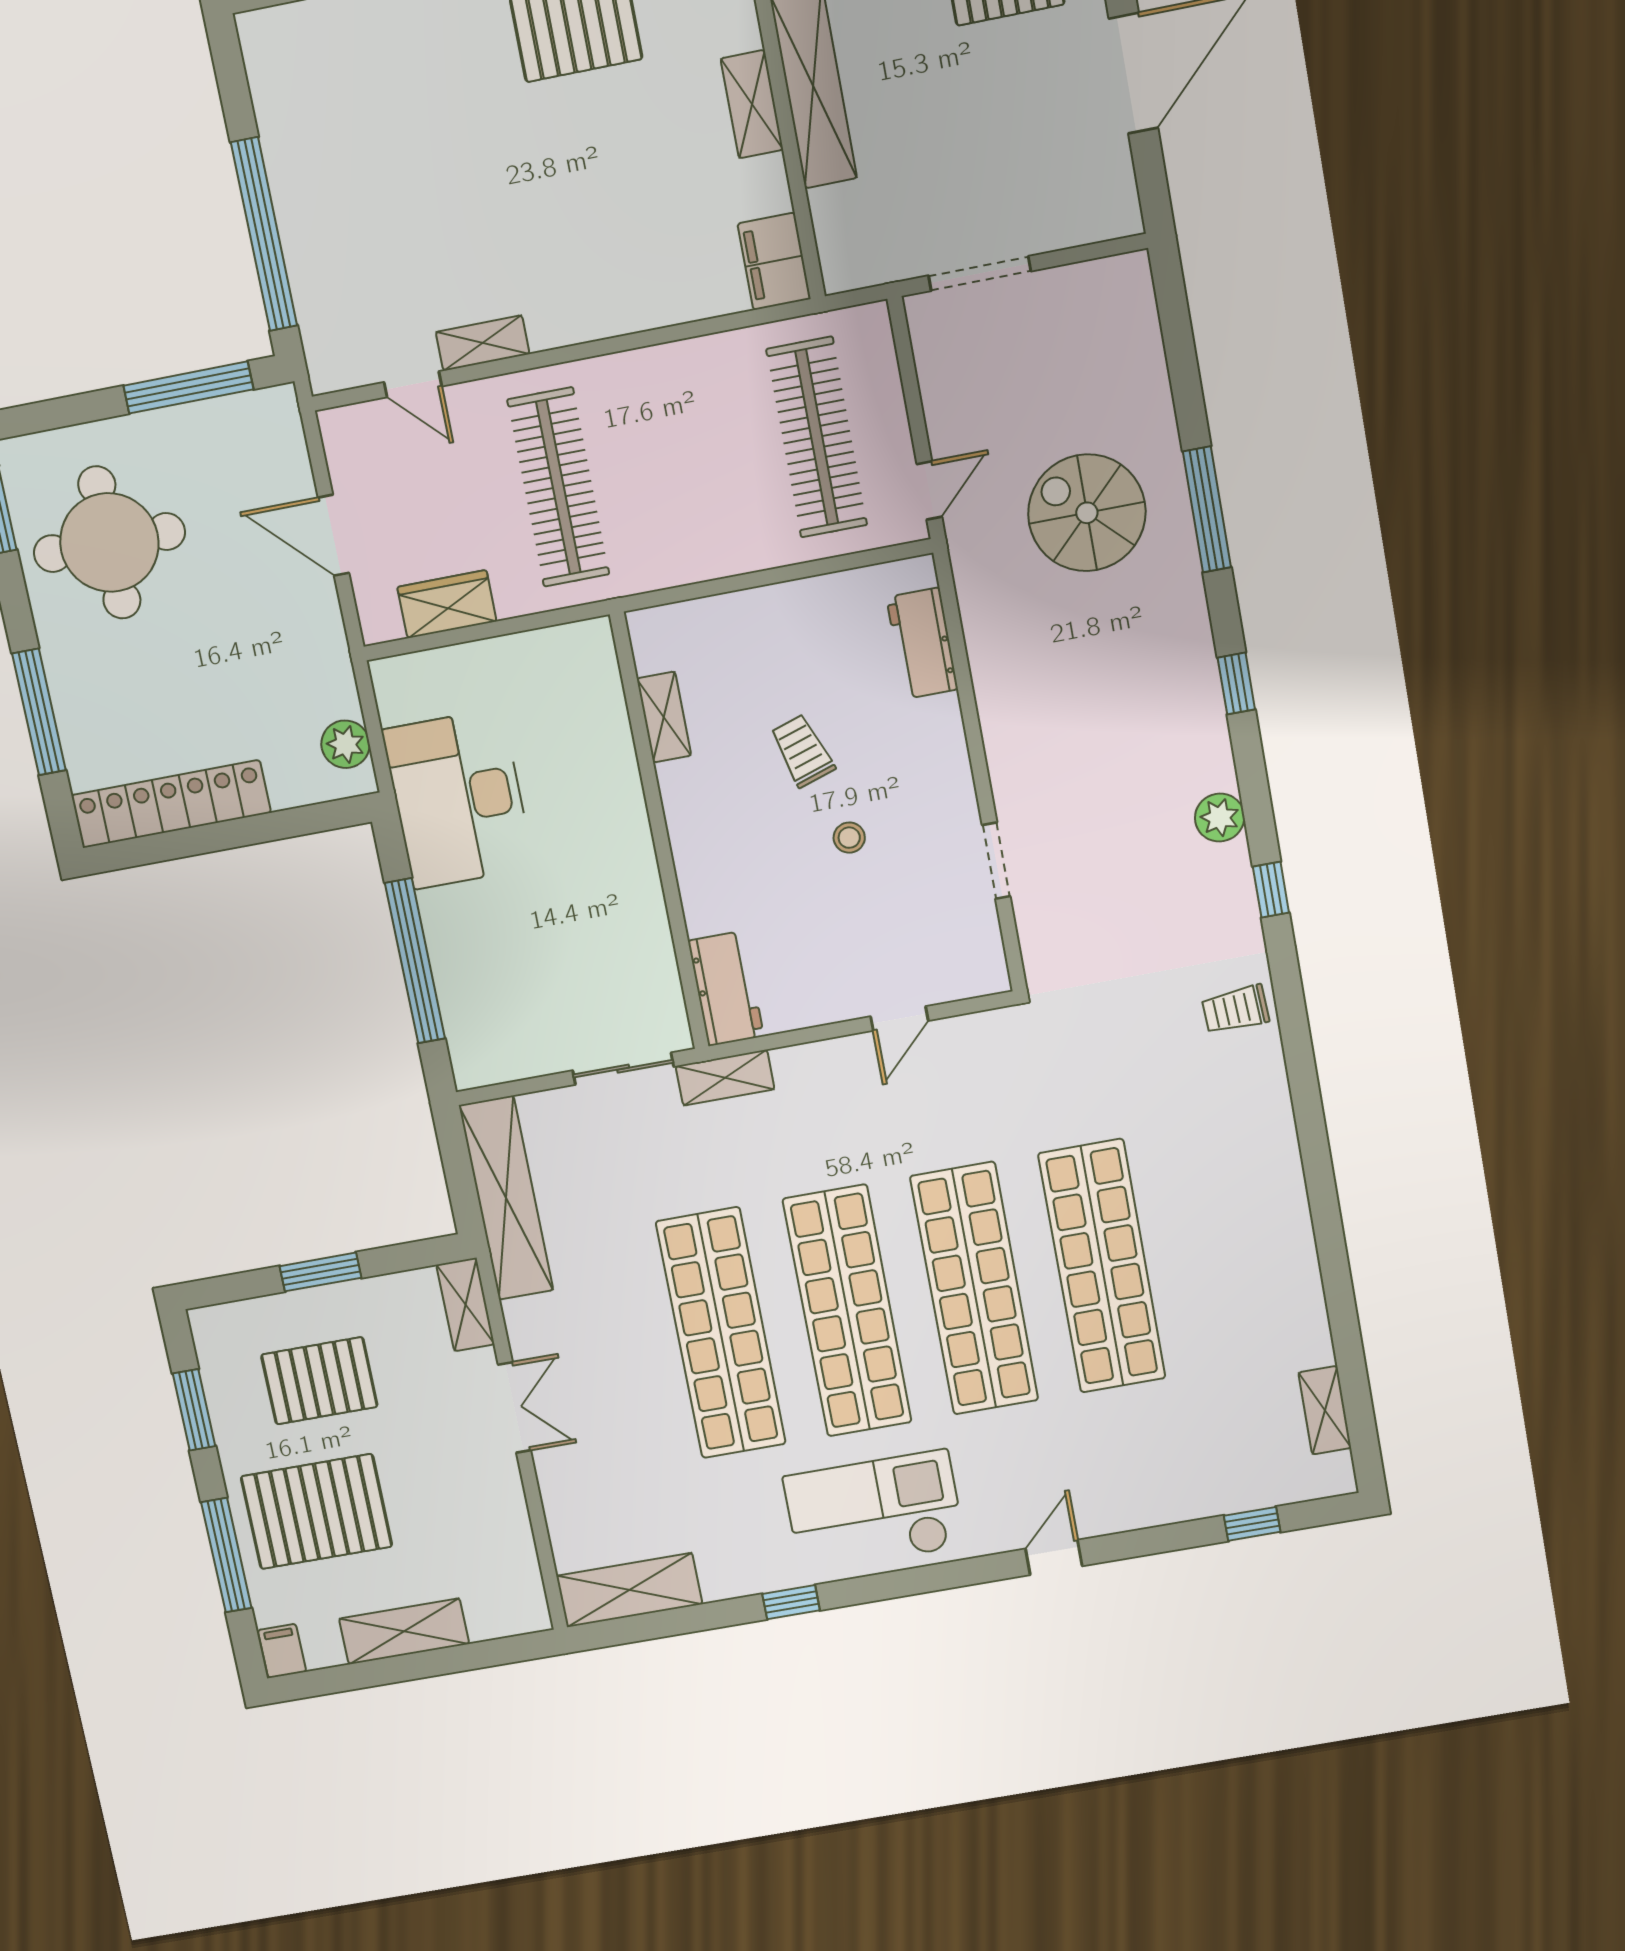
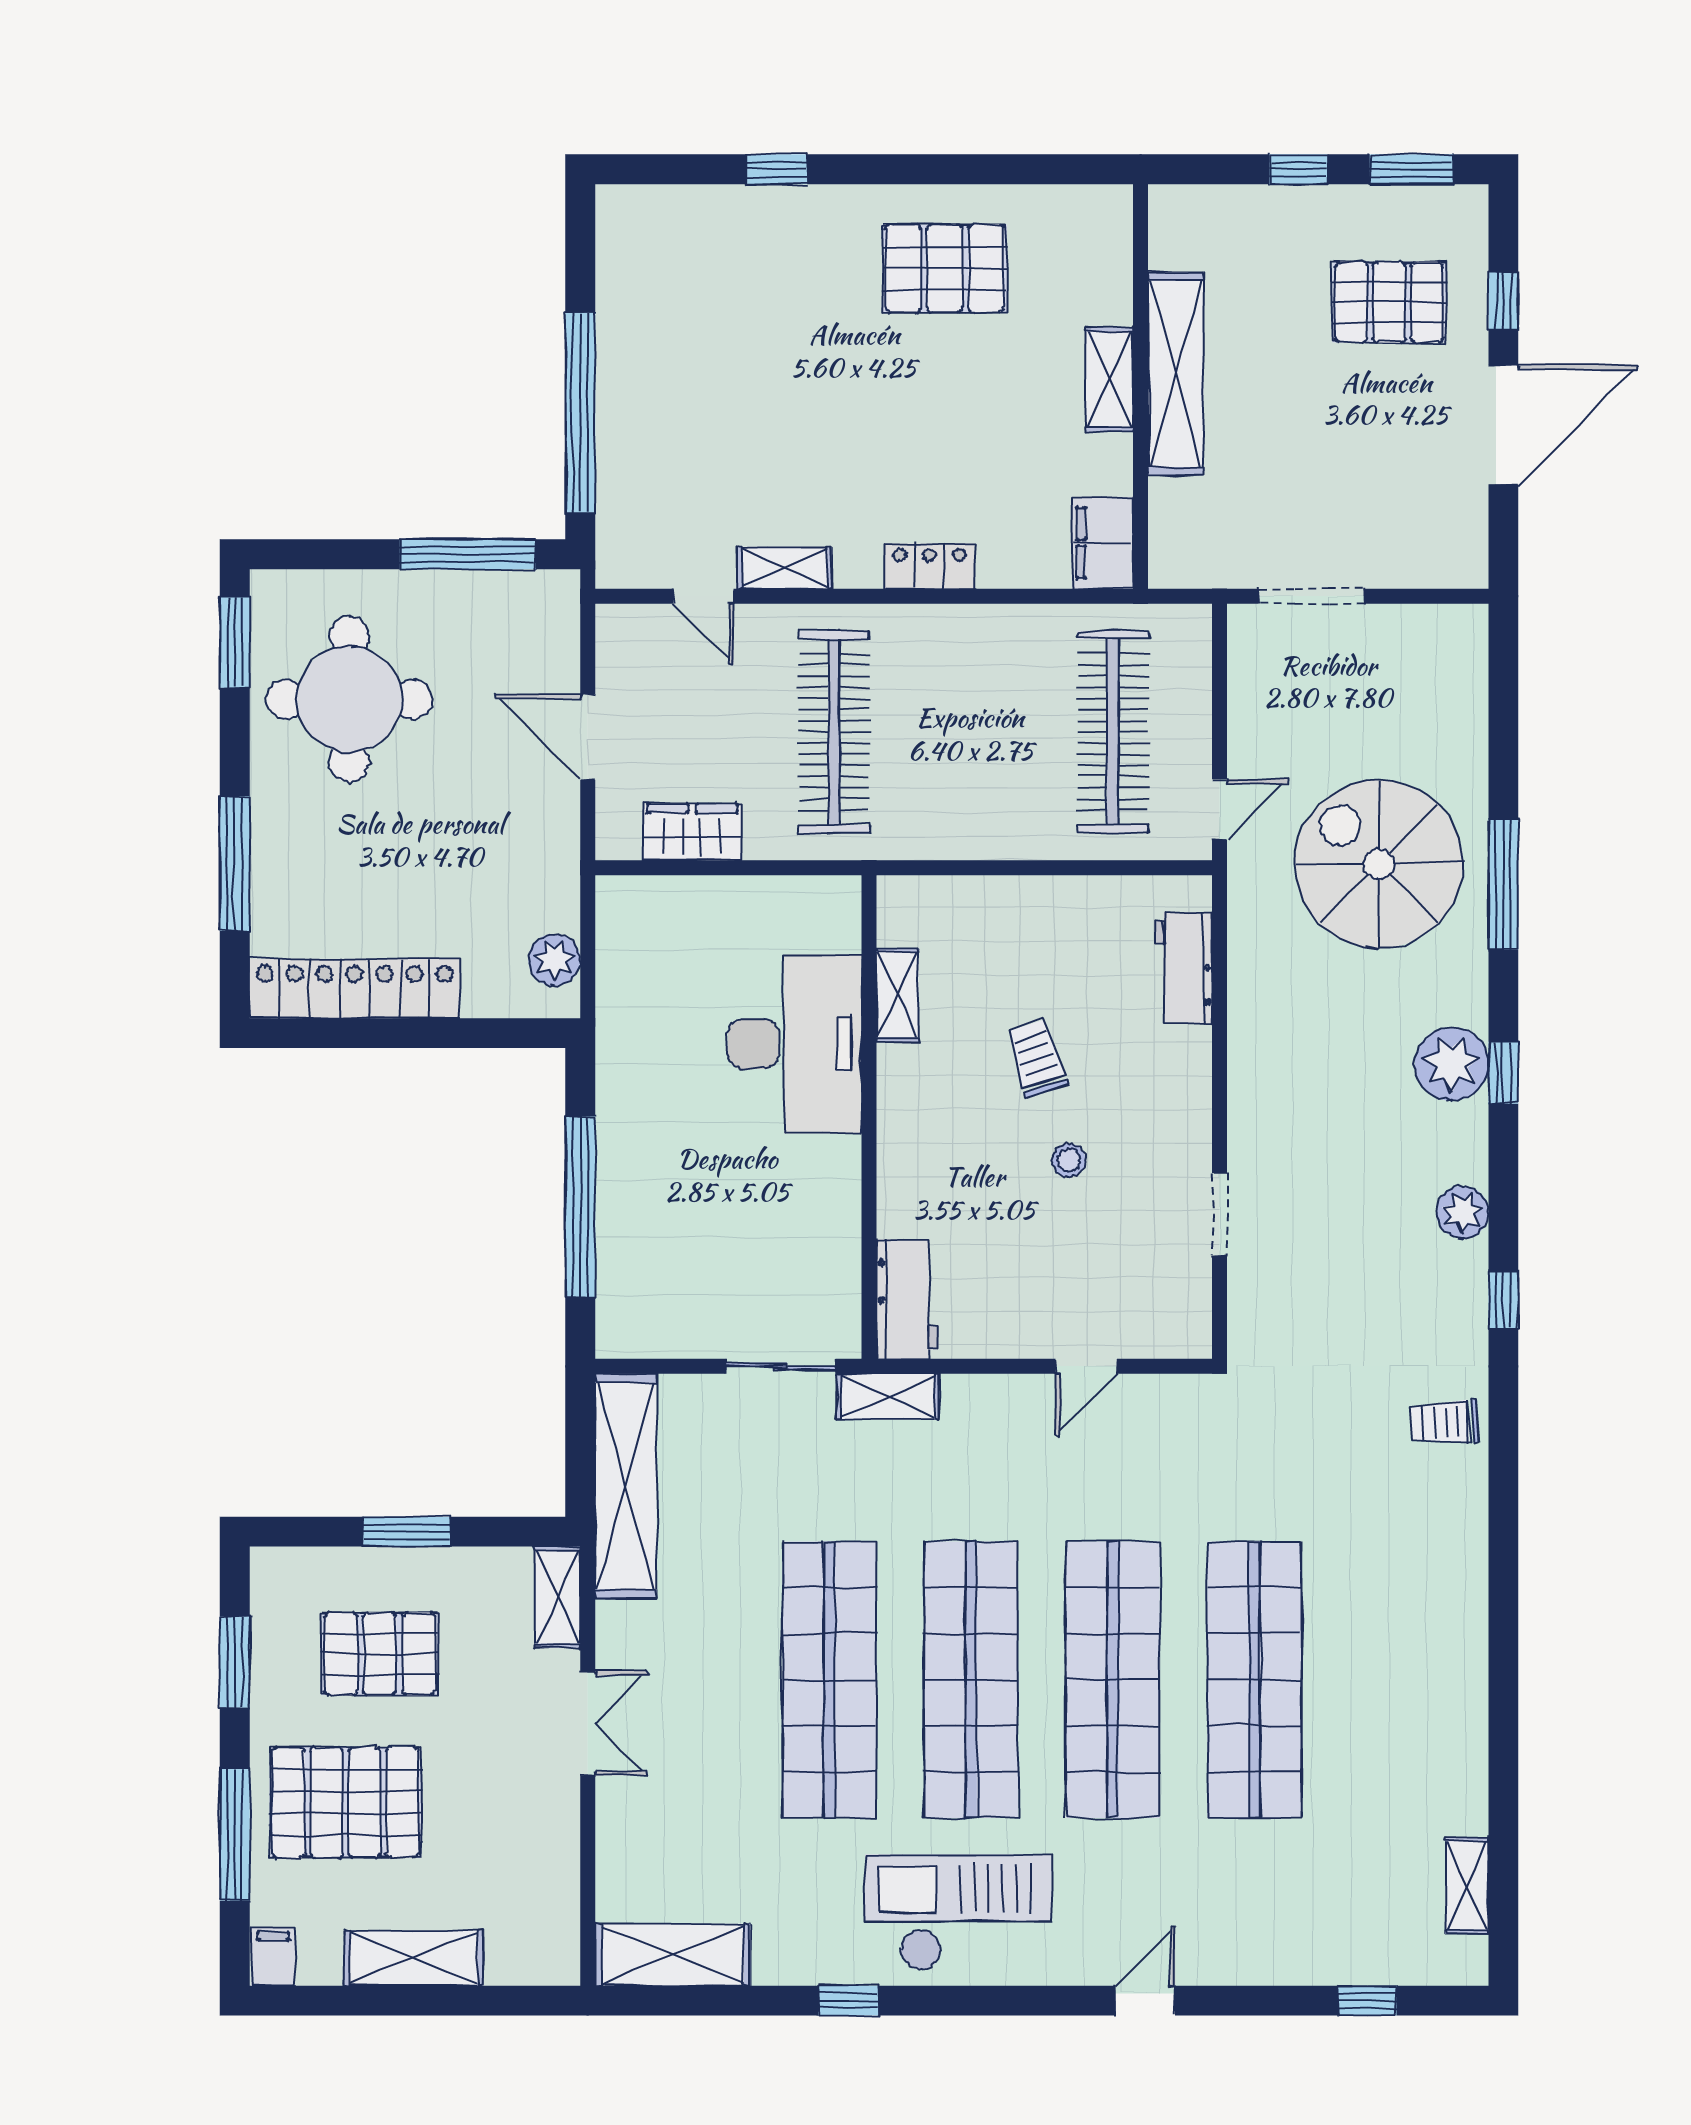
locker: (617, 315) -> (929, 566), added
spiral stairs: (1087, 513) -> (1379, 864), width x1.37, depth x1.37
plant: (1187, 684) -> (1452, 1064), added
desk: (458, 799) -> (795, 1044), moved, turned 180

